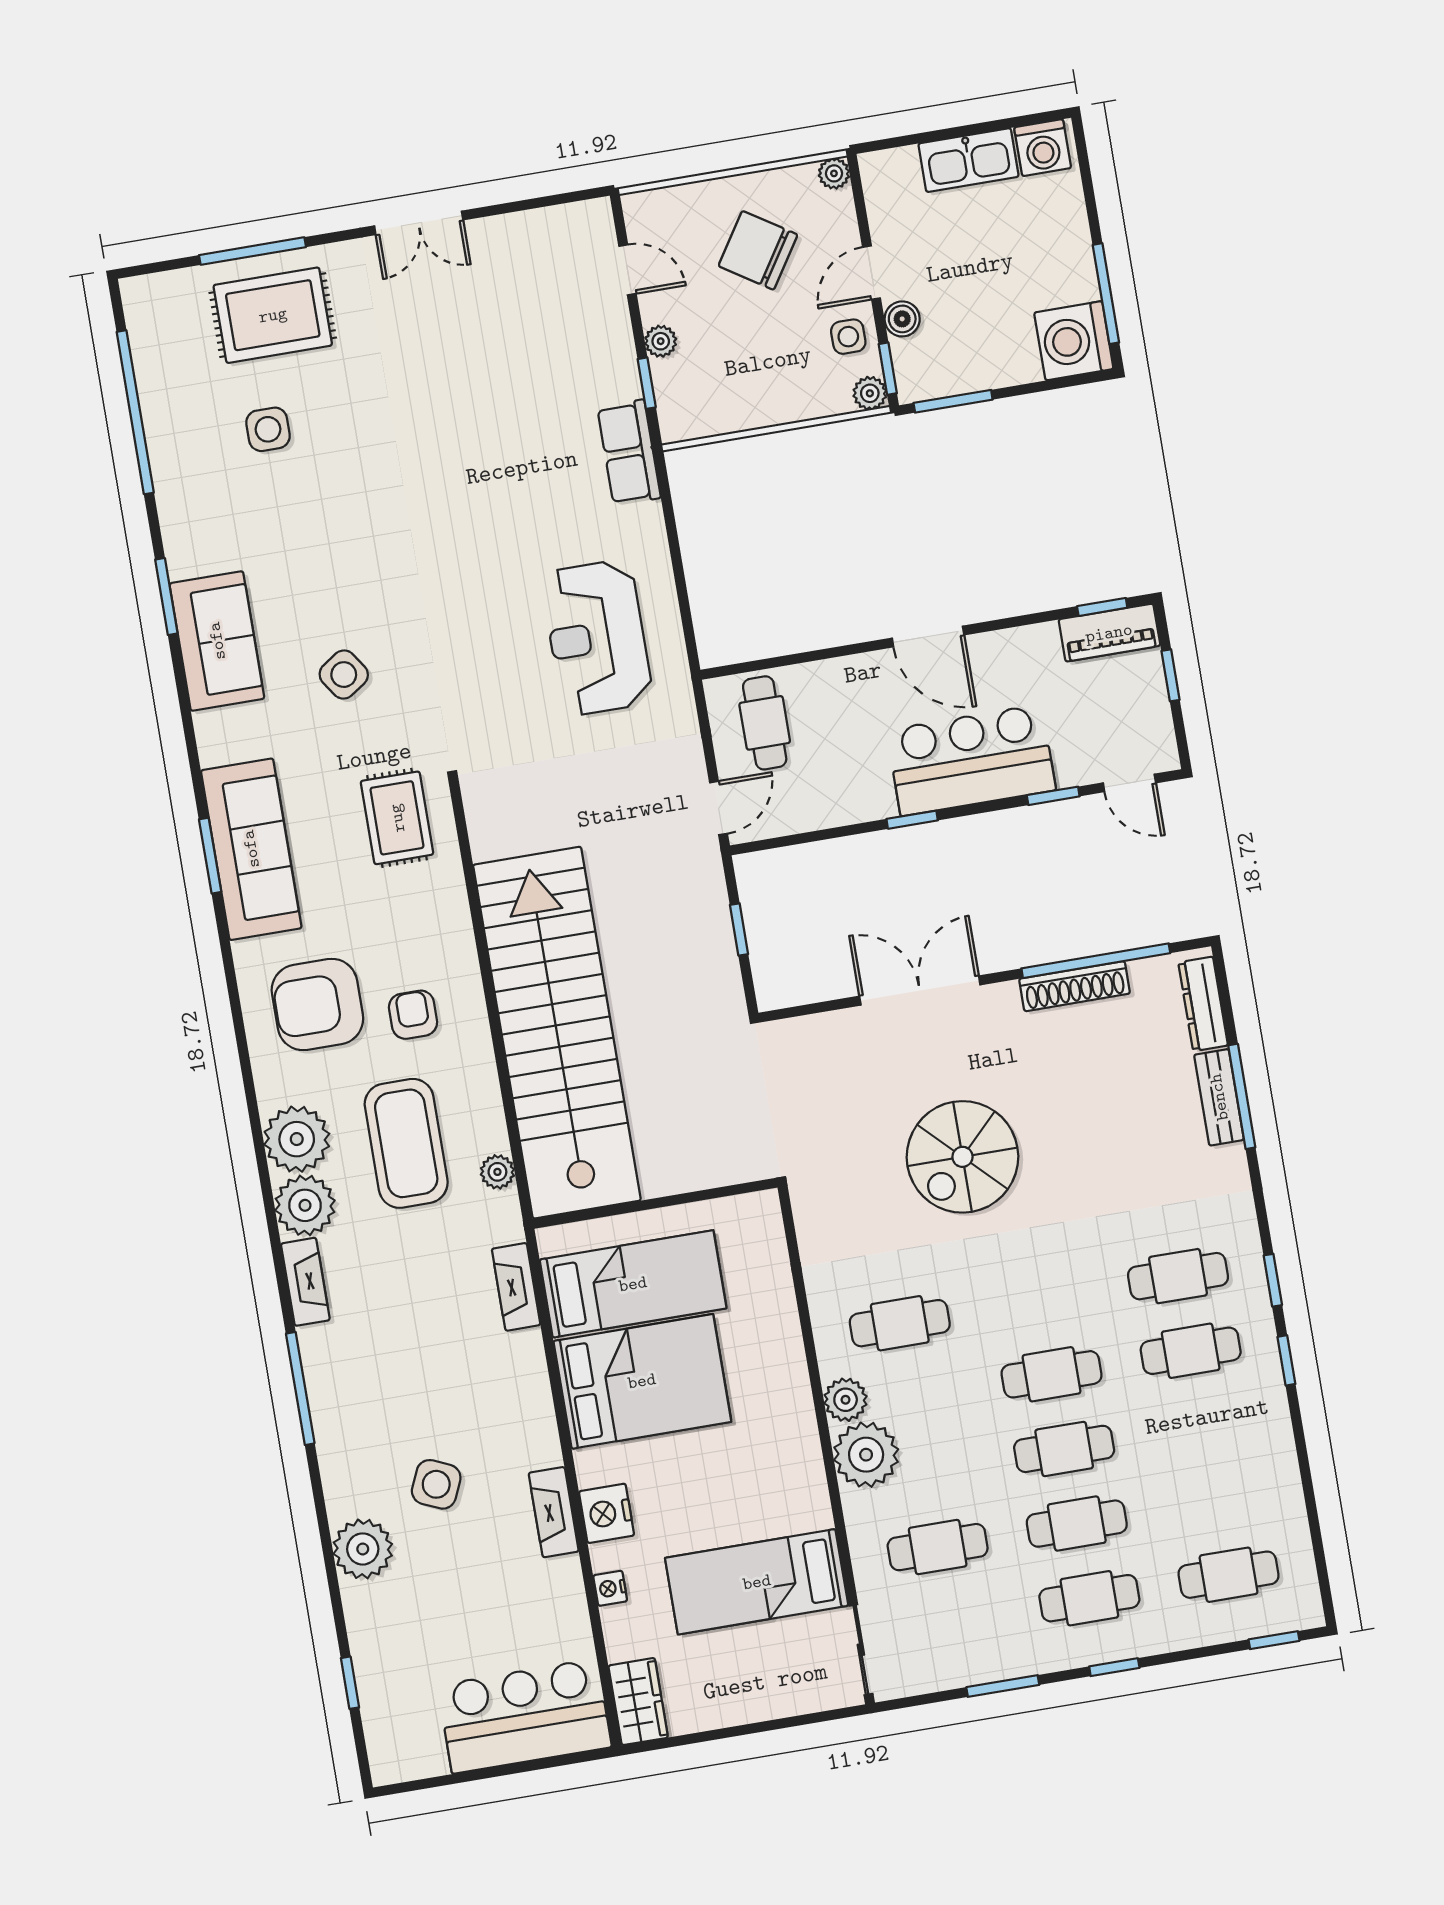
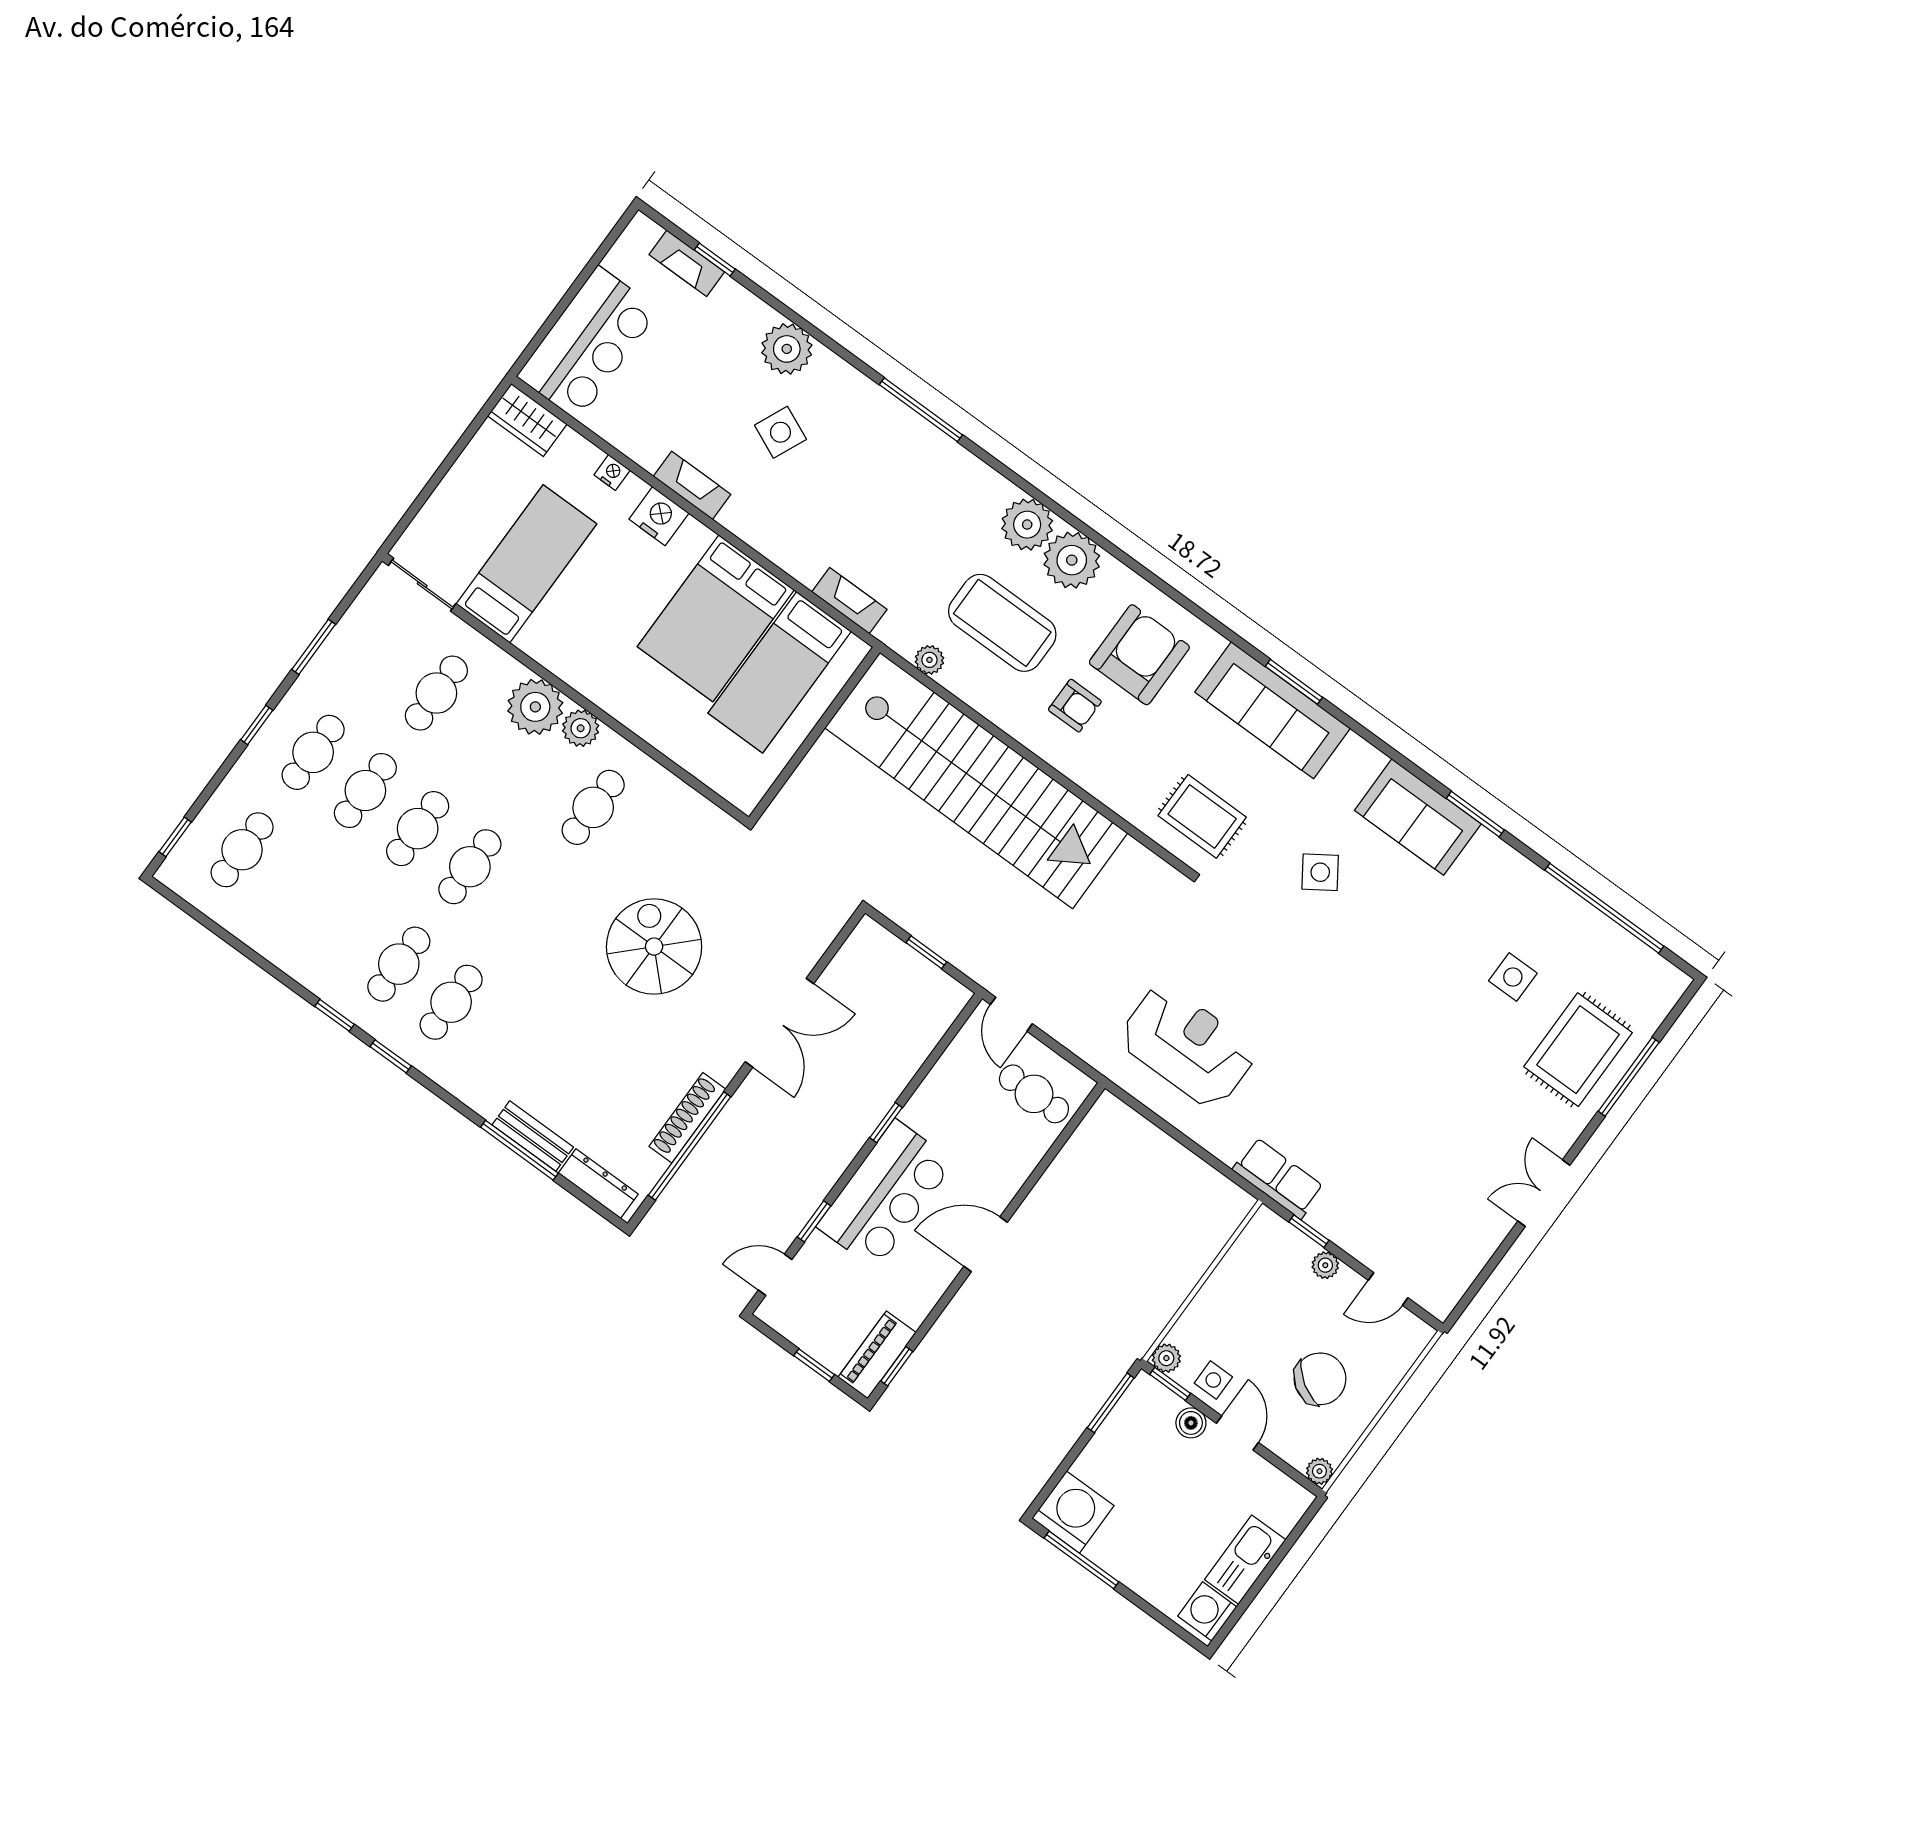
fireplace: (305, 1282) -> (687, 263), moved

